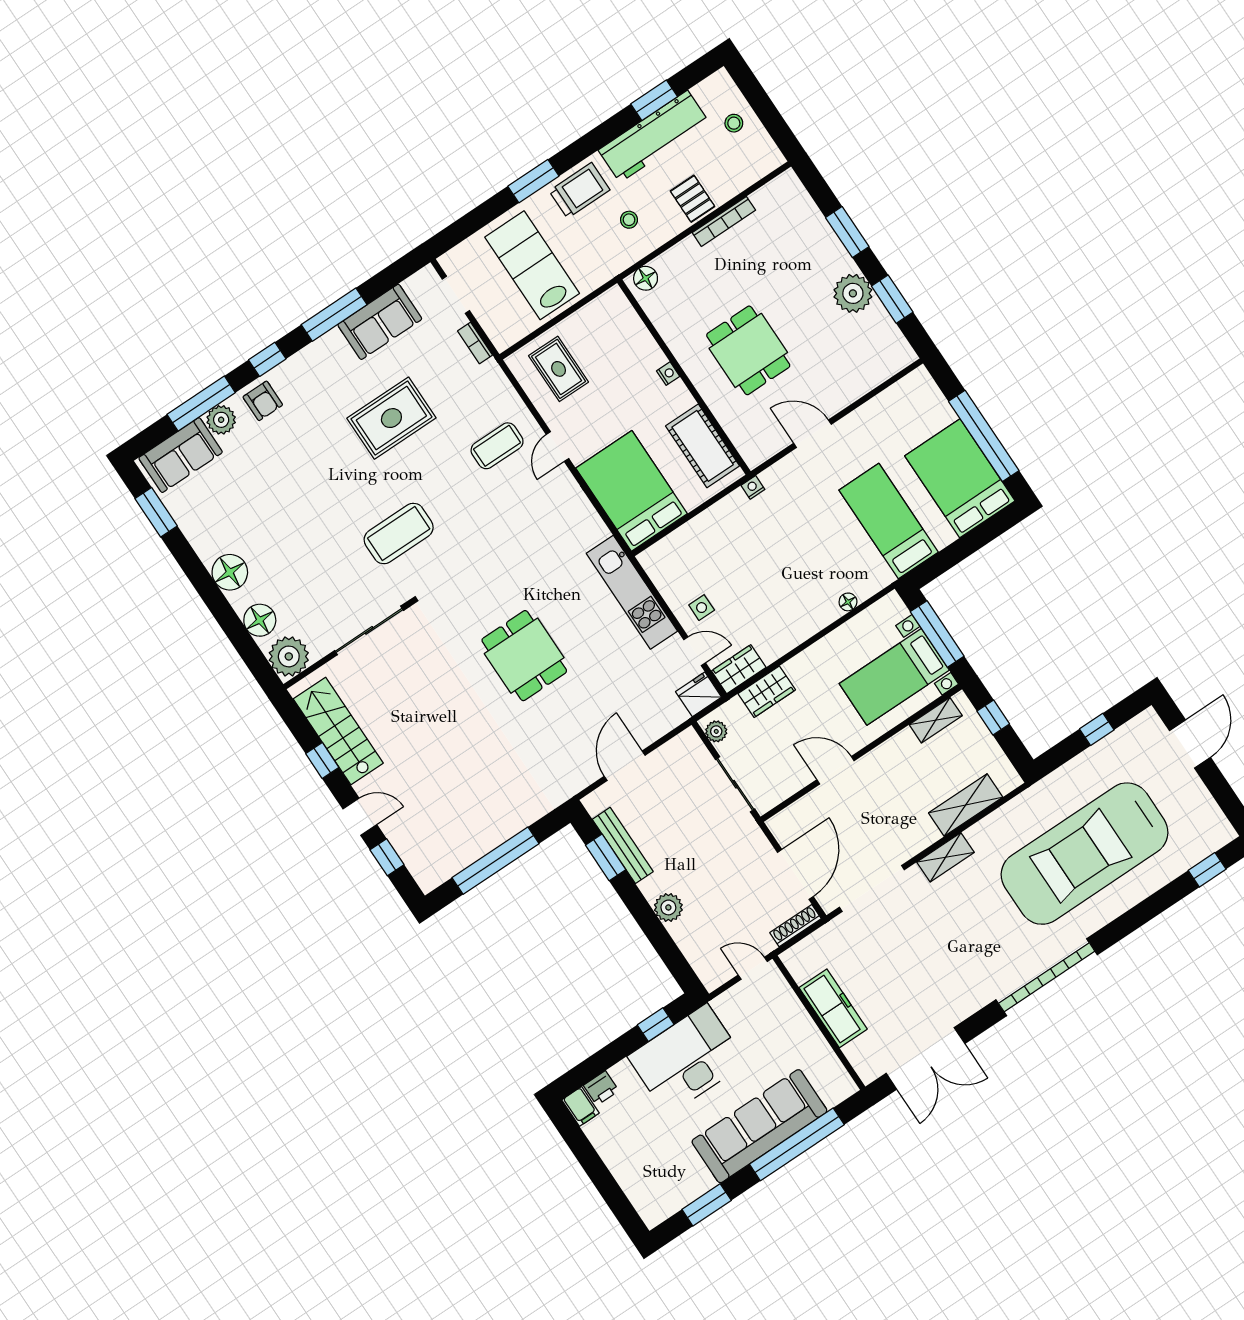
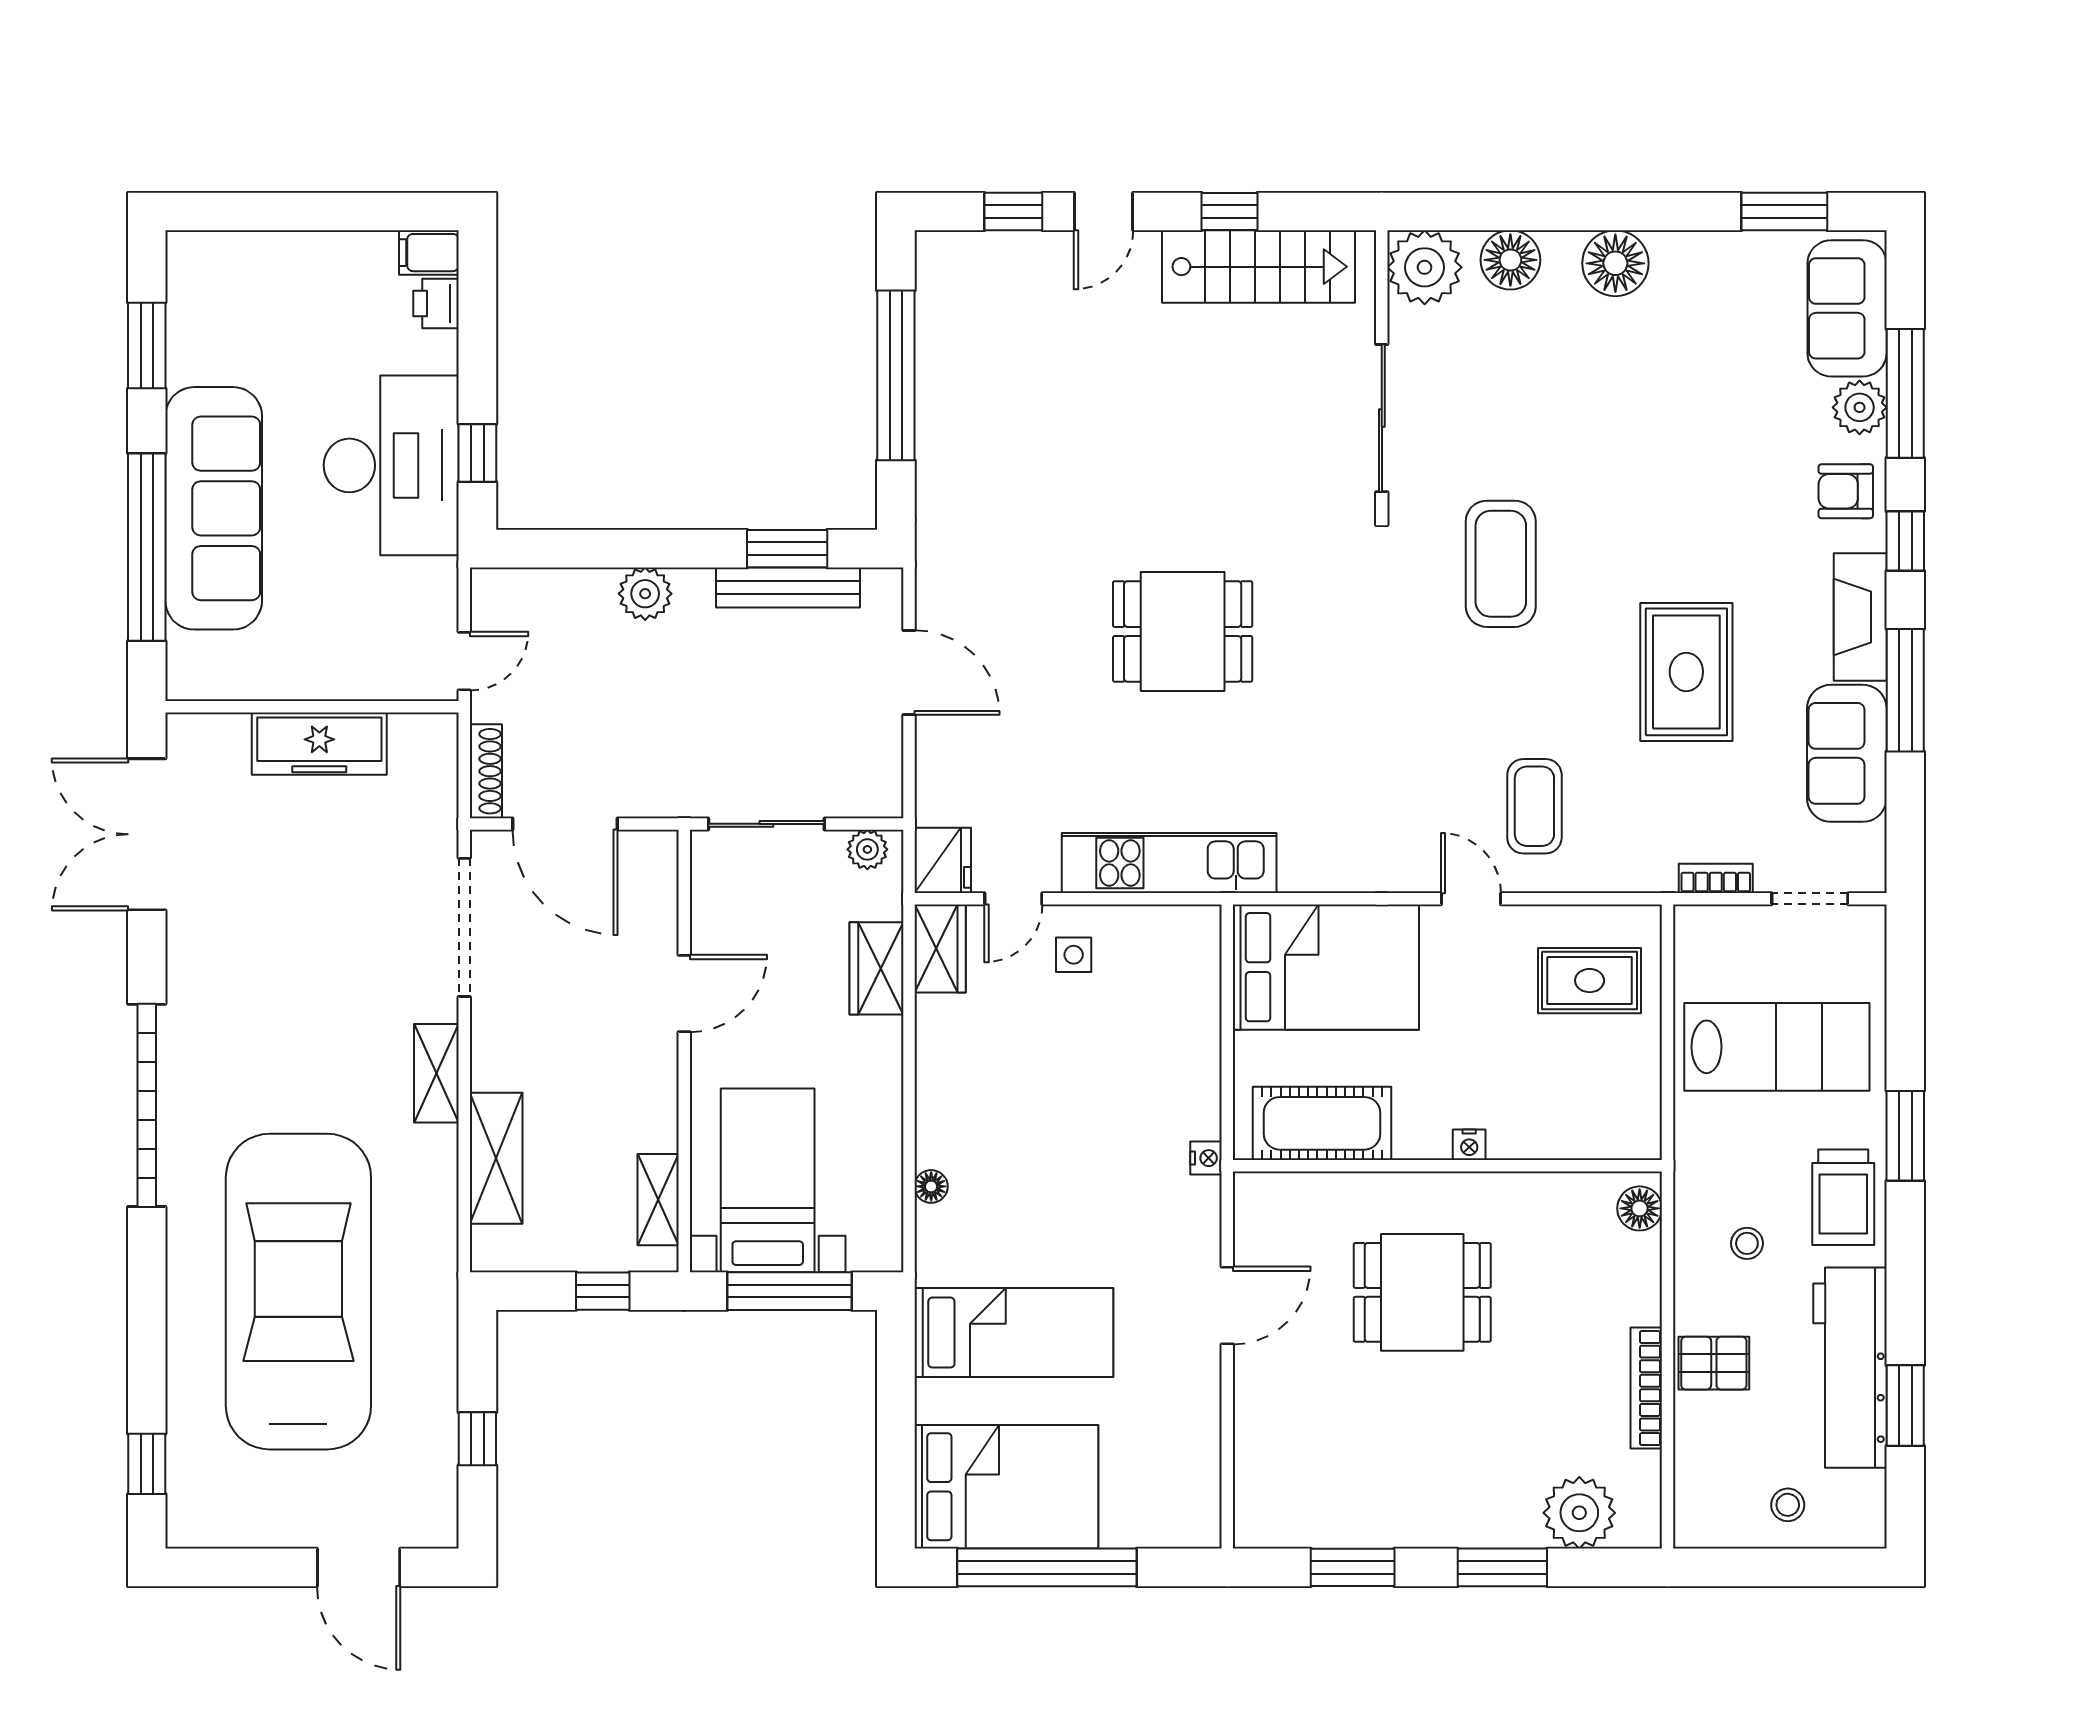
plant: (853, 293) -> (1579, 1513), moved
fireplace: (315, 357) -> (1860, 617), added

